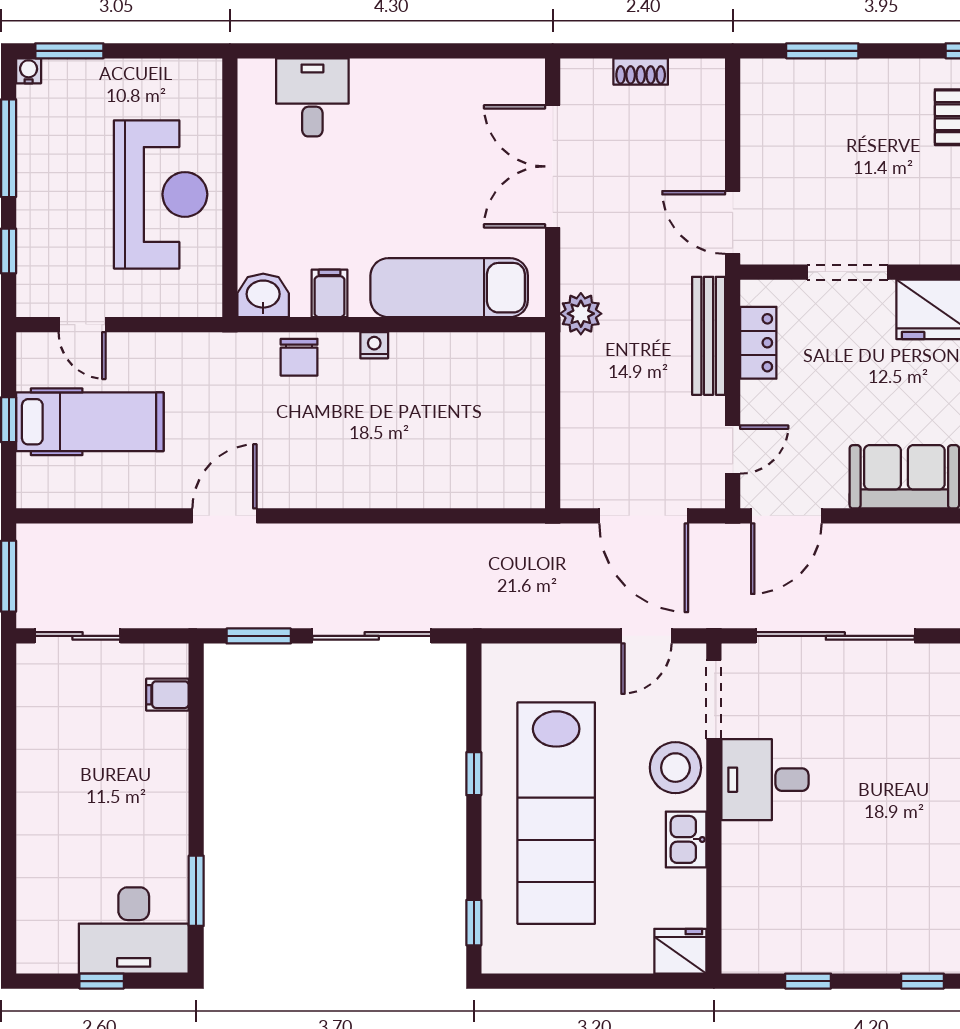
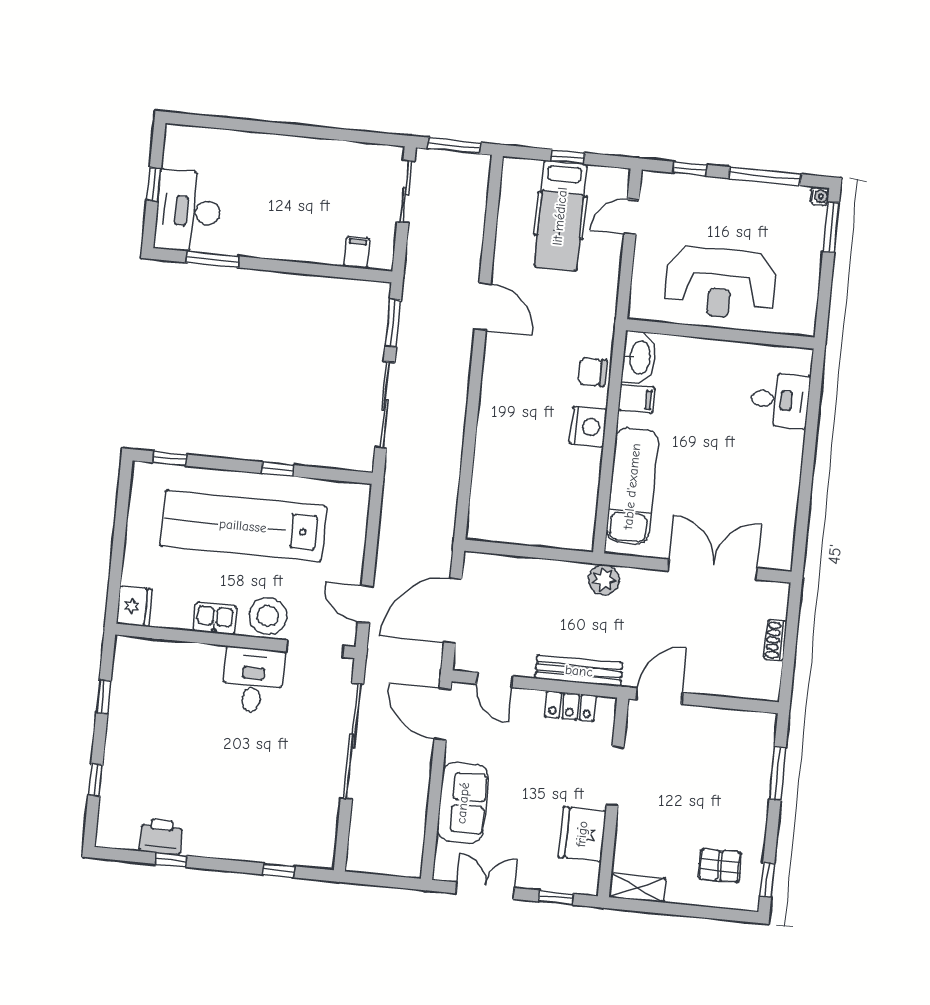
washbasin: (263, 295) -> (639, 358), width x1.38
nightstand: (374, 345) -> (588, 427), width x1.89, depth x1.79

